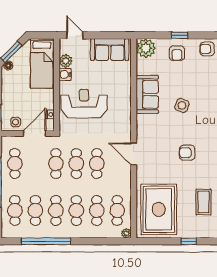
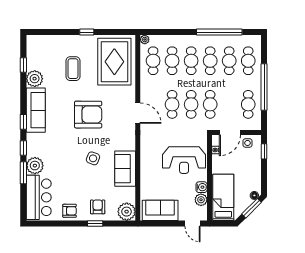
armchair: (187, 153) -> (88, 115), width x1.88, depth x1.88

